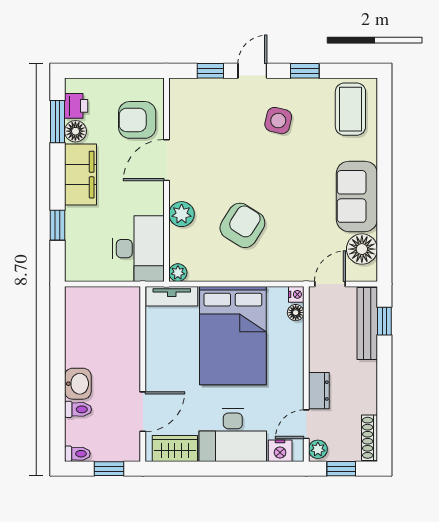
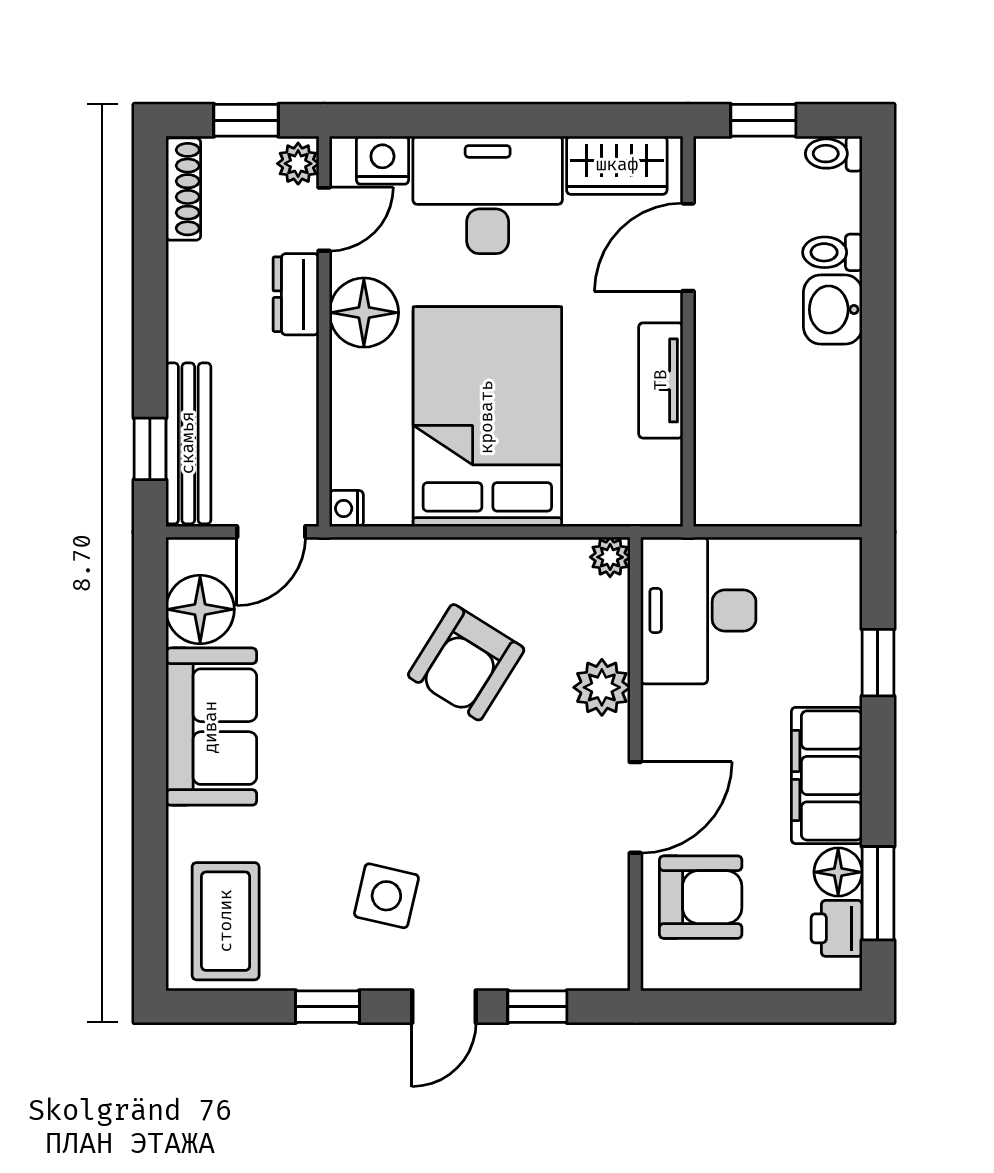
tv unit: (172, 296) -> (661, 380), moved, turned -90
floor lamp: (296, 313) -> (364, 313), moved, width x1.89, depth x1.89

